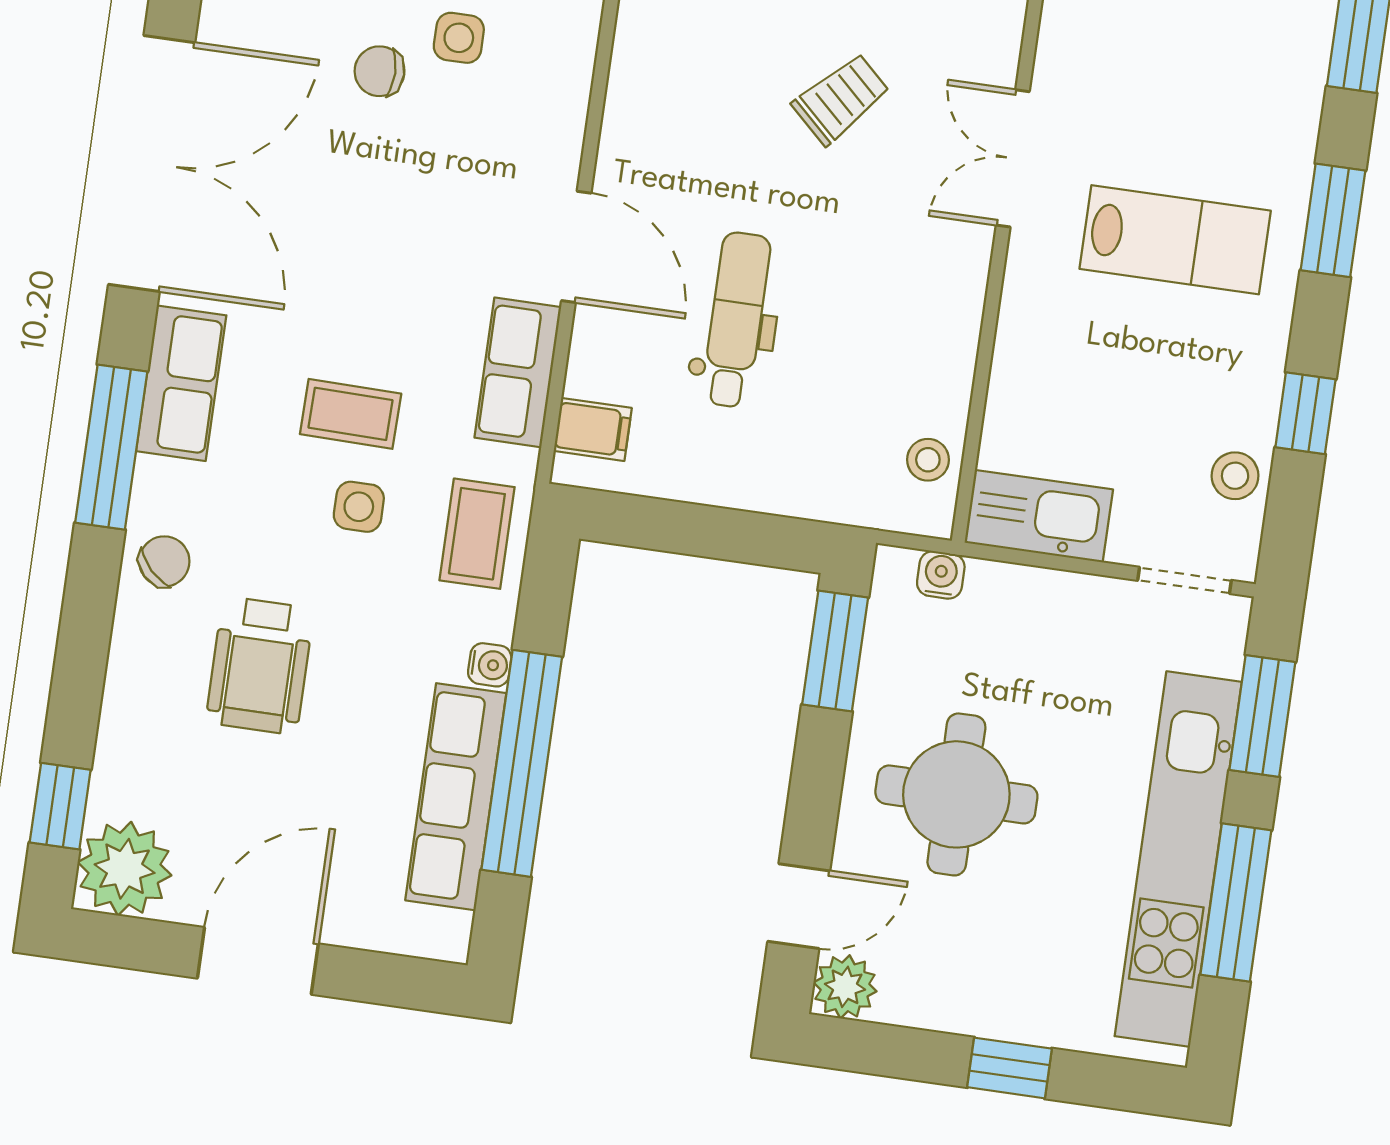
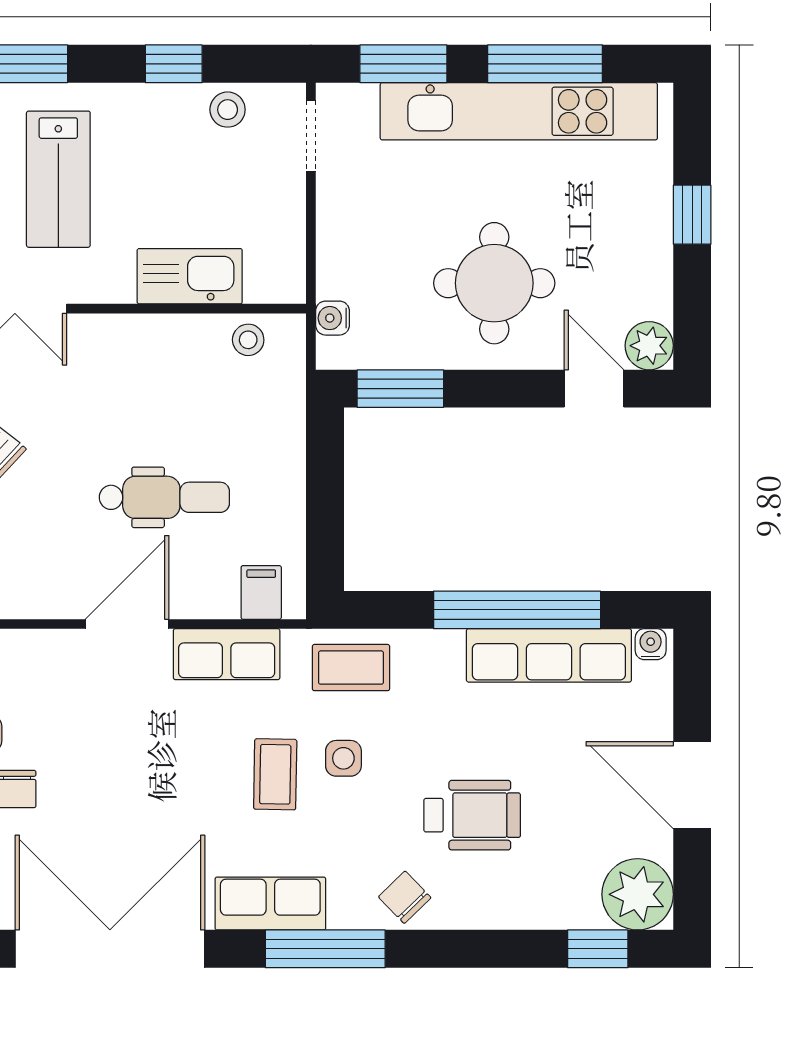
lab bench: (1175, 240) -> (58, 179), turned 180
dental chair: (736, 320) -> (164, 497), turned 180
kitchen sink: (1039, 516) -> (190, 276), moved, turned 90
water cooler: (490, 665) -> (651, 644), moved

